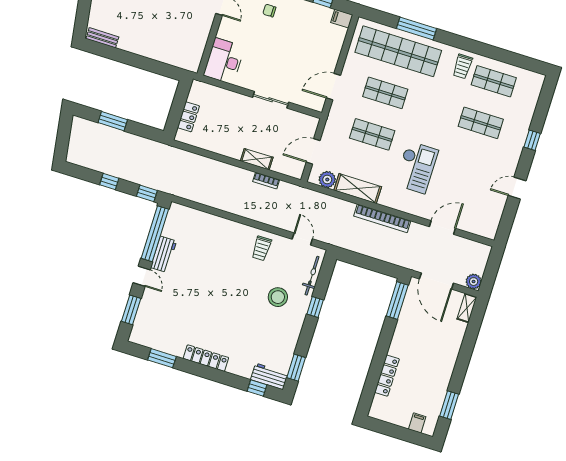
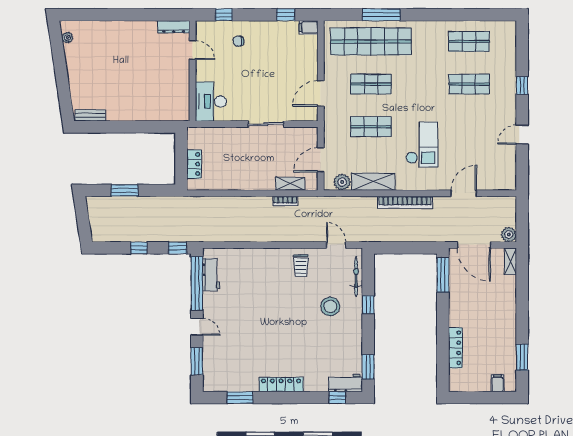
trolley: (463, 66) -> (435, 37), removed
shelving: (257, 159) -> (290, 184), moved
workbench: (164, 254) -> (211, 275), moved

